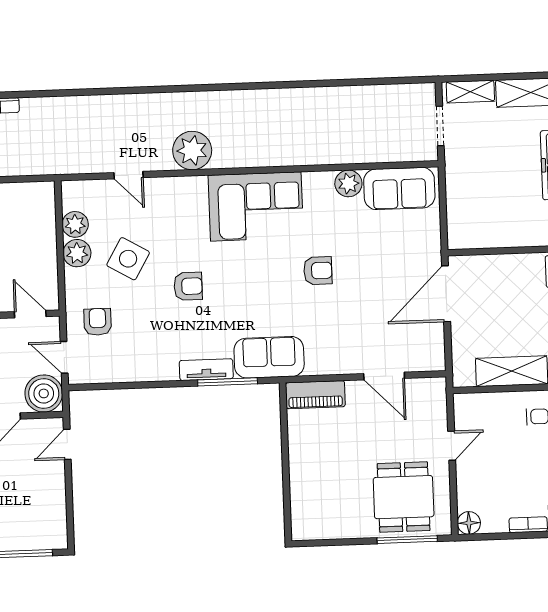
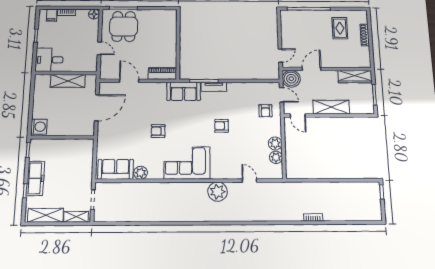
side table: (128, 259) -> (250, 140), removed
door: (446, 294) -> (97, 108), moved
door: (452, 446) -> (99, 48), swing flipped

